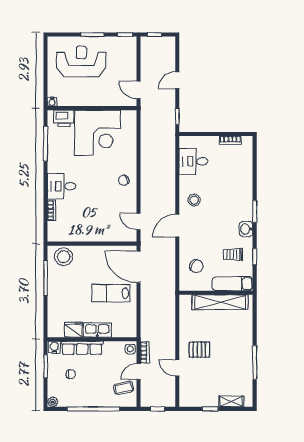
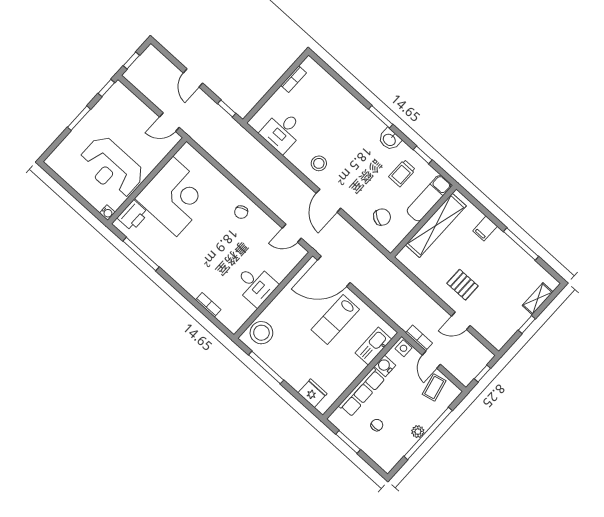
reception desk: (81, 61) -> (112, 167), moved, turned -90
desk: (62, 186) -> (255, 285), moved, turned -90
fridge: (73, 330) -> (312, 393), moved, turned 90
kitchen sink: (97, 330) -> (373, 346), moved
filing cabinet: (245, 333) -> (485, 228), added
water cooler: (54, 347) -> (385, 366), moved
pallet: (199, 350) -> (462, 285), turned 90
plant: (53, 402) -> (418, 432), moved

